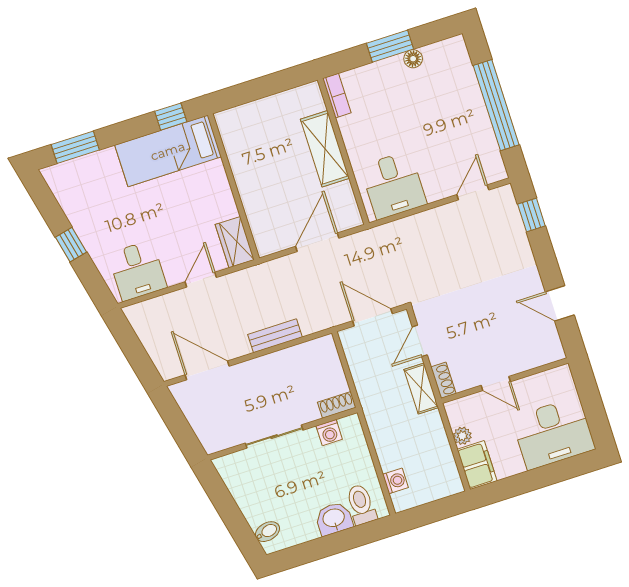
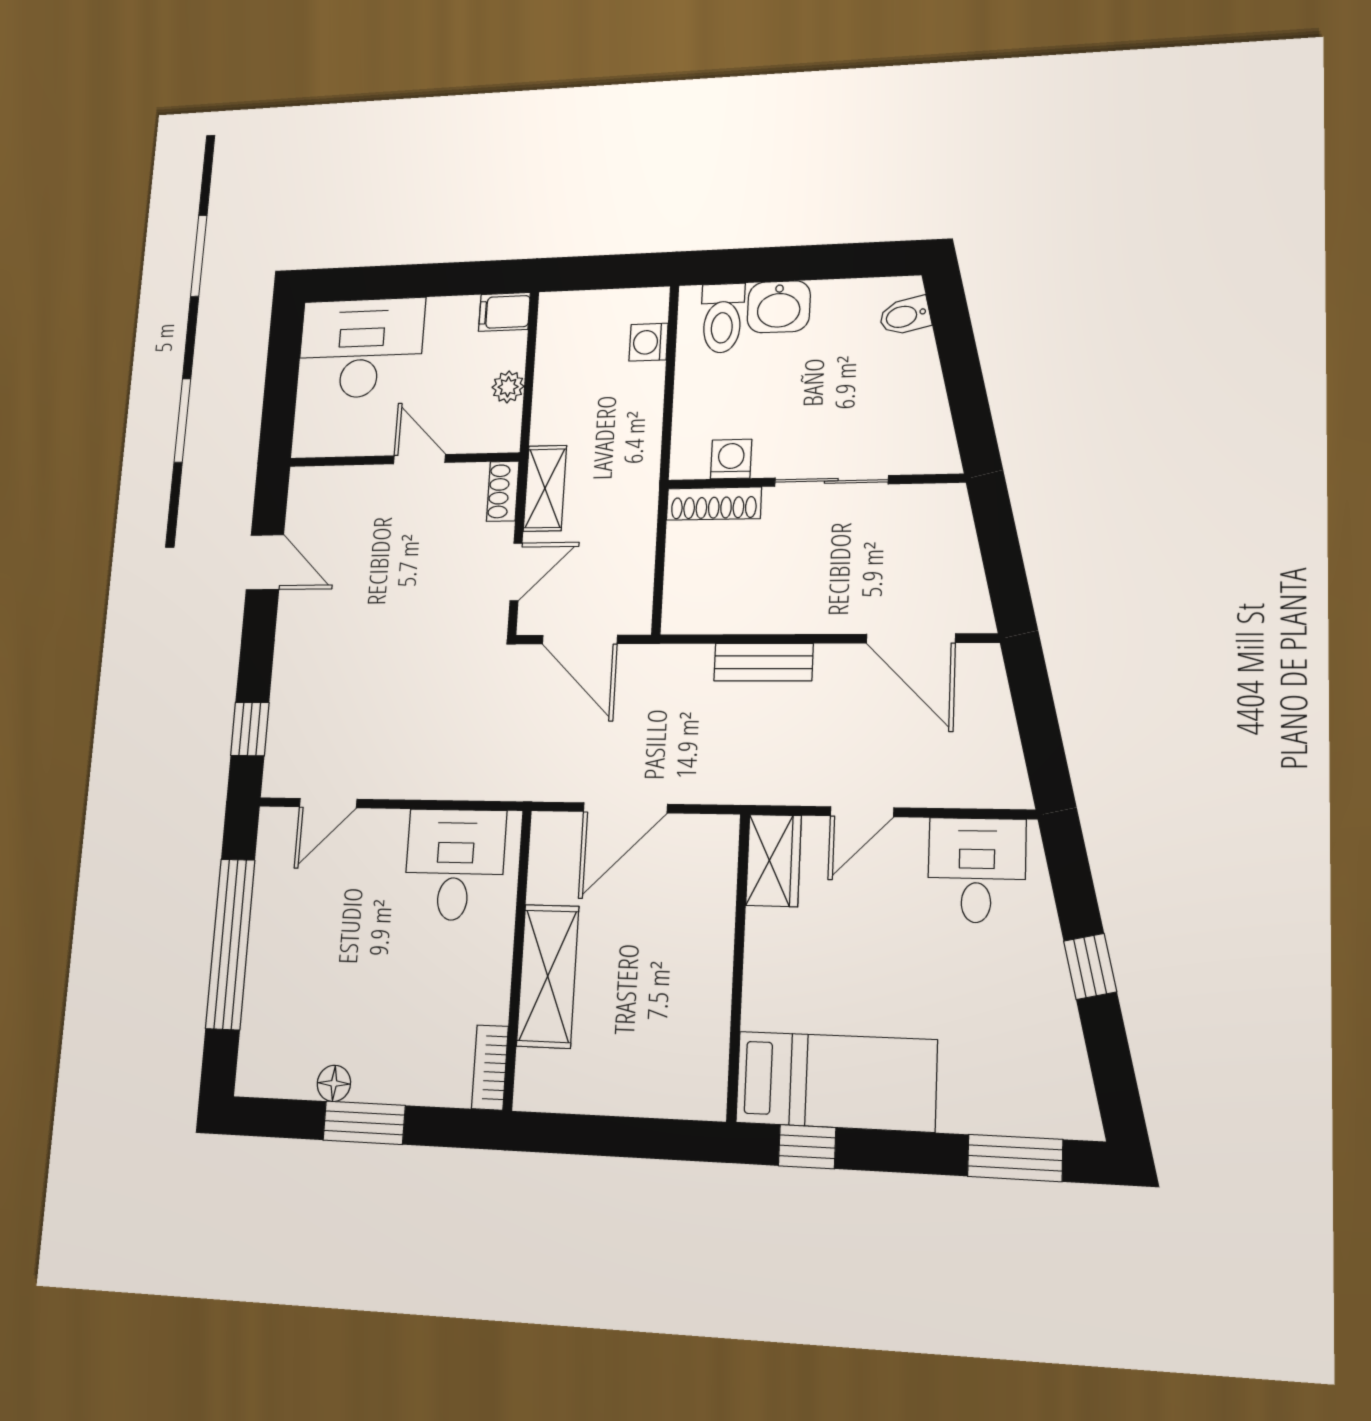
shoe rack: (337, 405) -> (714, 504), width x1.43
filing cabinet: (477, 465) -> (504, 312), width x0.50

